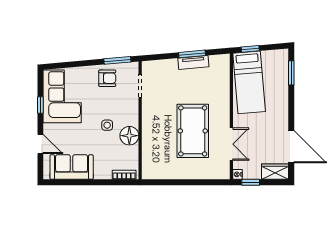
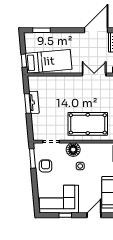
pool table: (193, 131) -> (88, 124), moved
floor lamp: (129, 136) -> (73, 150), moved

